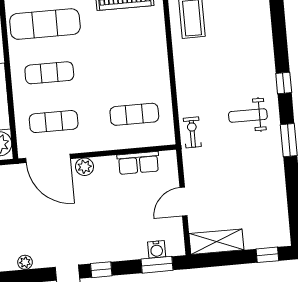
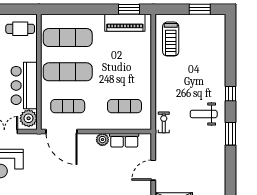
exercise mat: (49, 73) -> (68, 72), width x1.36, depth x1.45
plant: (85, 167) -> (102, 140), moved

